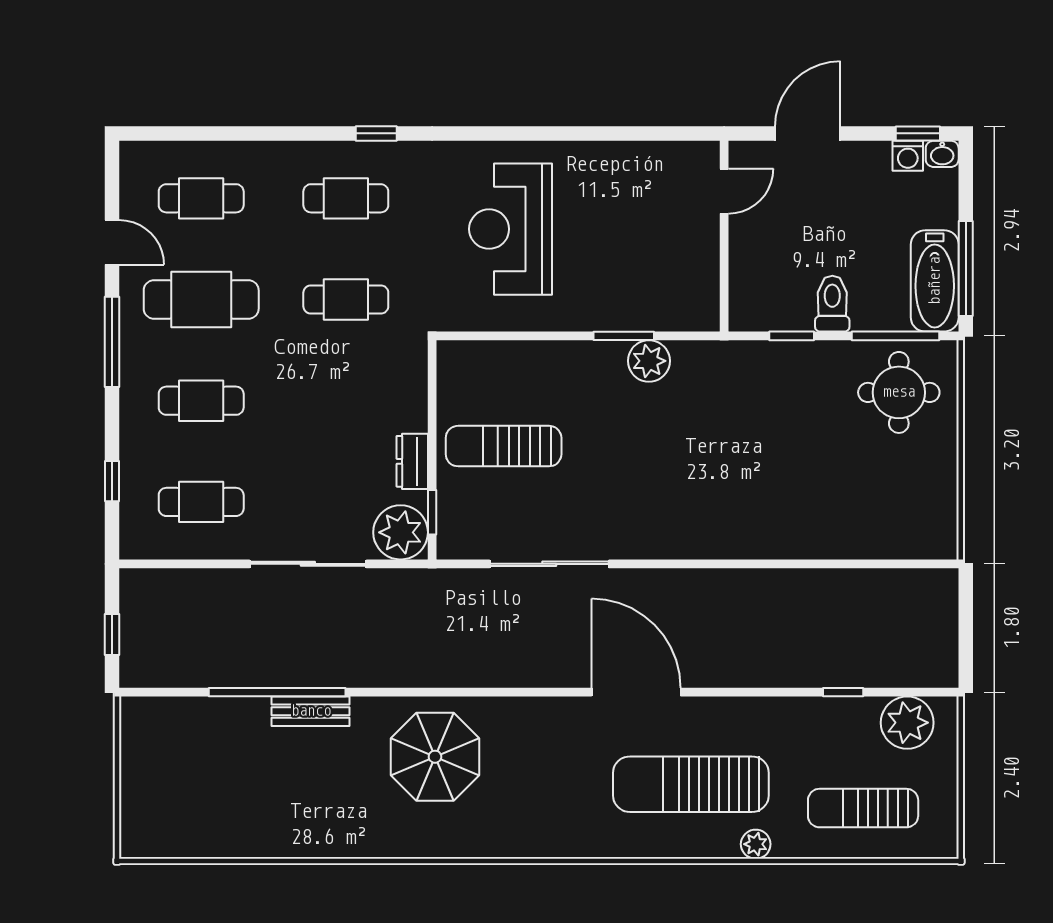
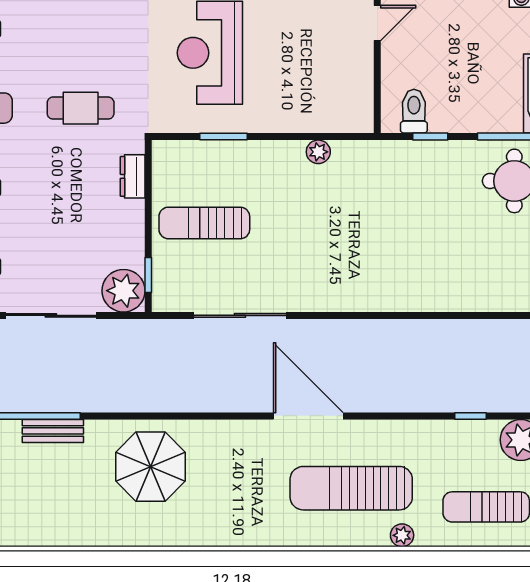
cafe table: (346, 198) -> (81, 29), removed
toilet: (832, 304) -> (414, 111), moved
window: (624, 336) -> (223, 137), moved
plant: (649, 361) -> (318, 152), width x0.73, depth x0.73
dresser: (412, 461) -> (133, 176), moved

